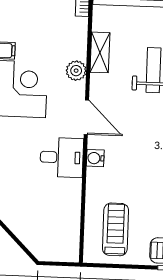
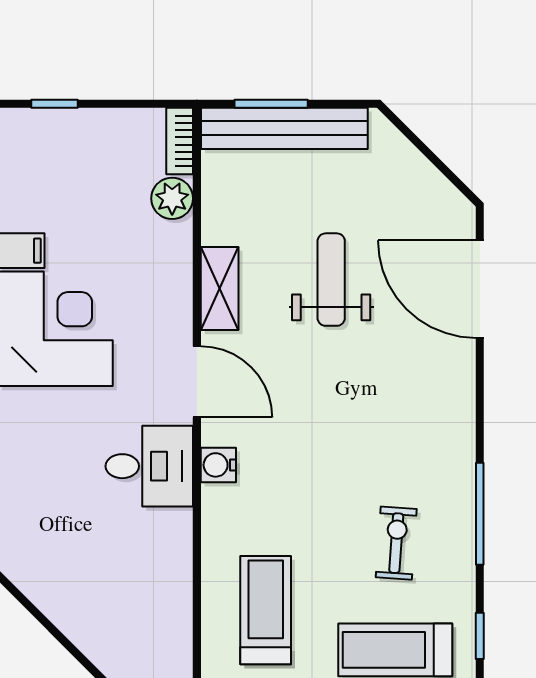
shelving: (100, 52) -> (220, 289), moved
plant: (76, 71) -> (172, 198), moved

